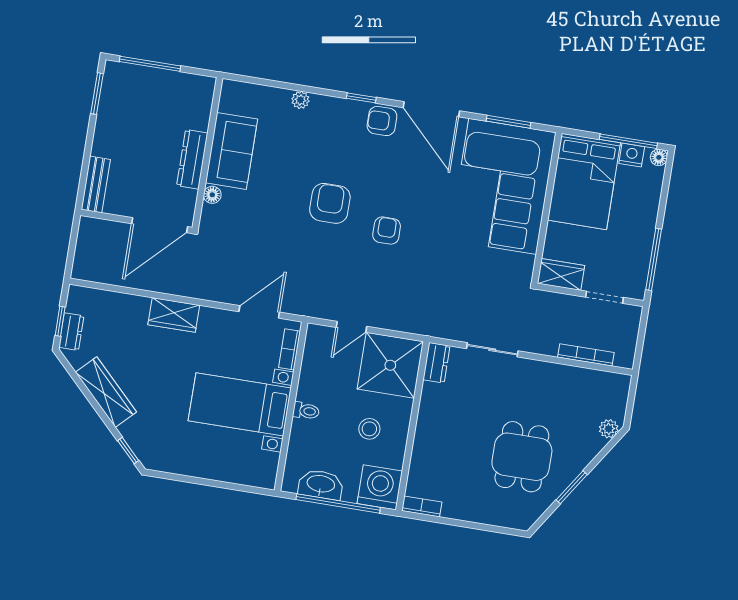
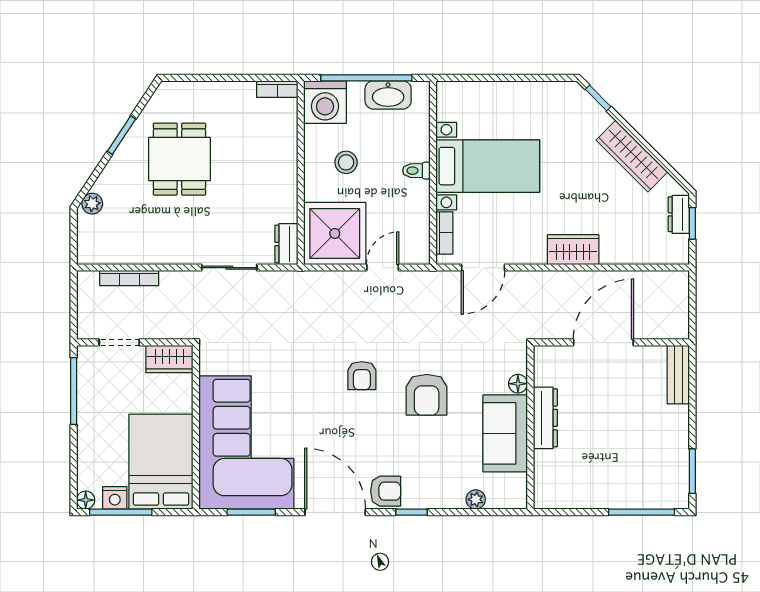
sofa: (231, 151) -> (505, 433), moved
wall: (207, 153) -> (530, 427), moved
dresser: (192, 159) -> (545, 418), moved
floor lamp: (212, 195) -> (518, 384), moved

